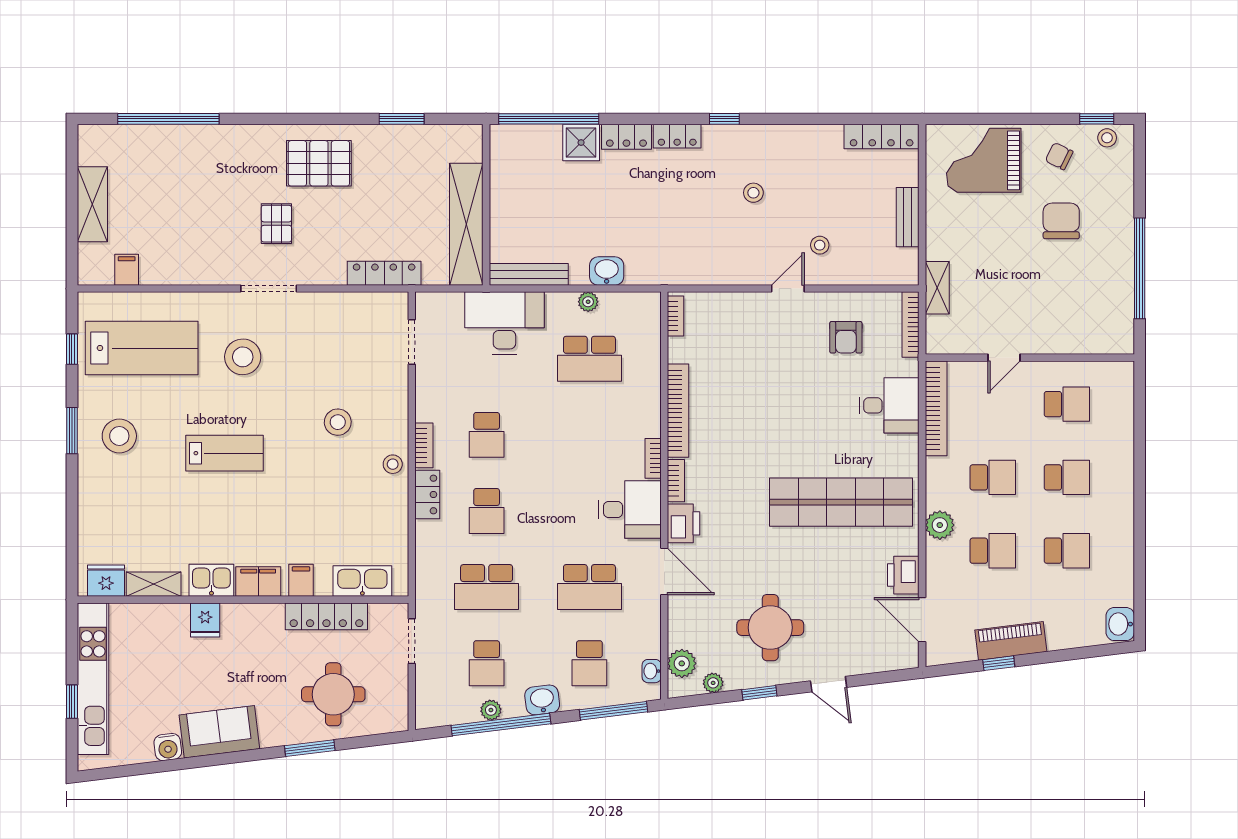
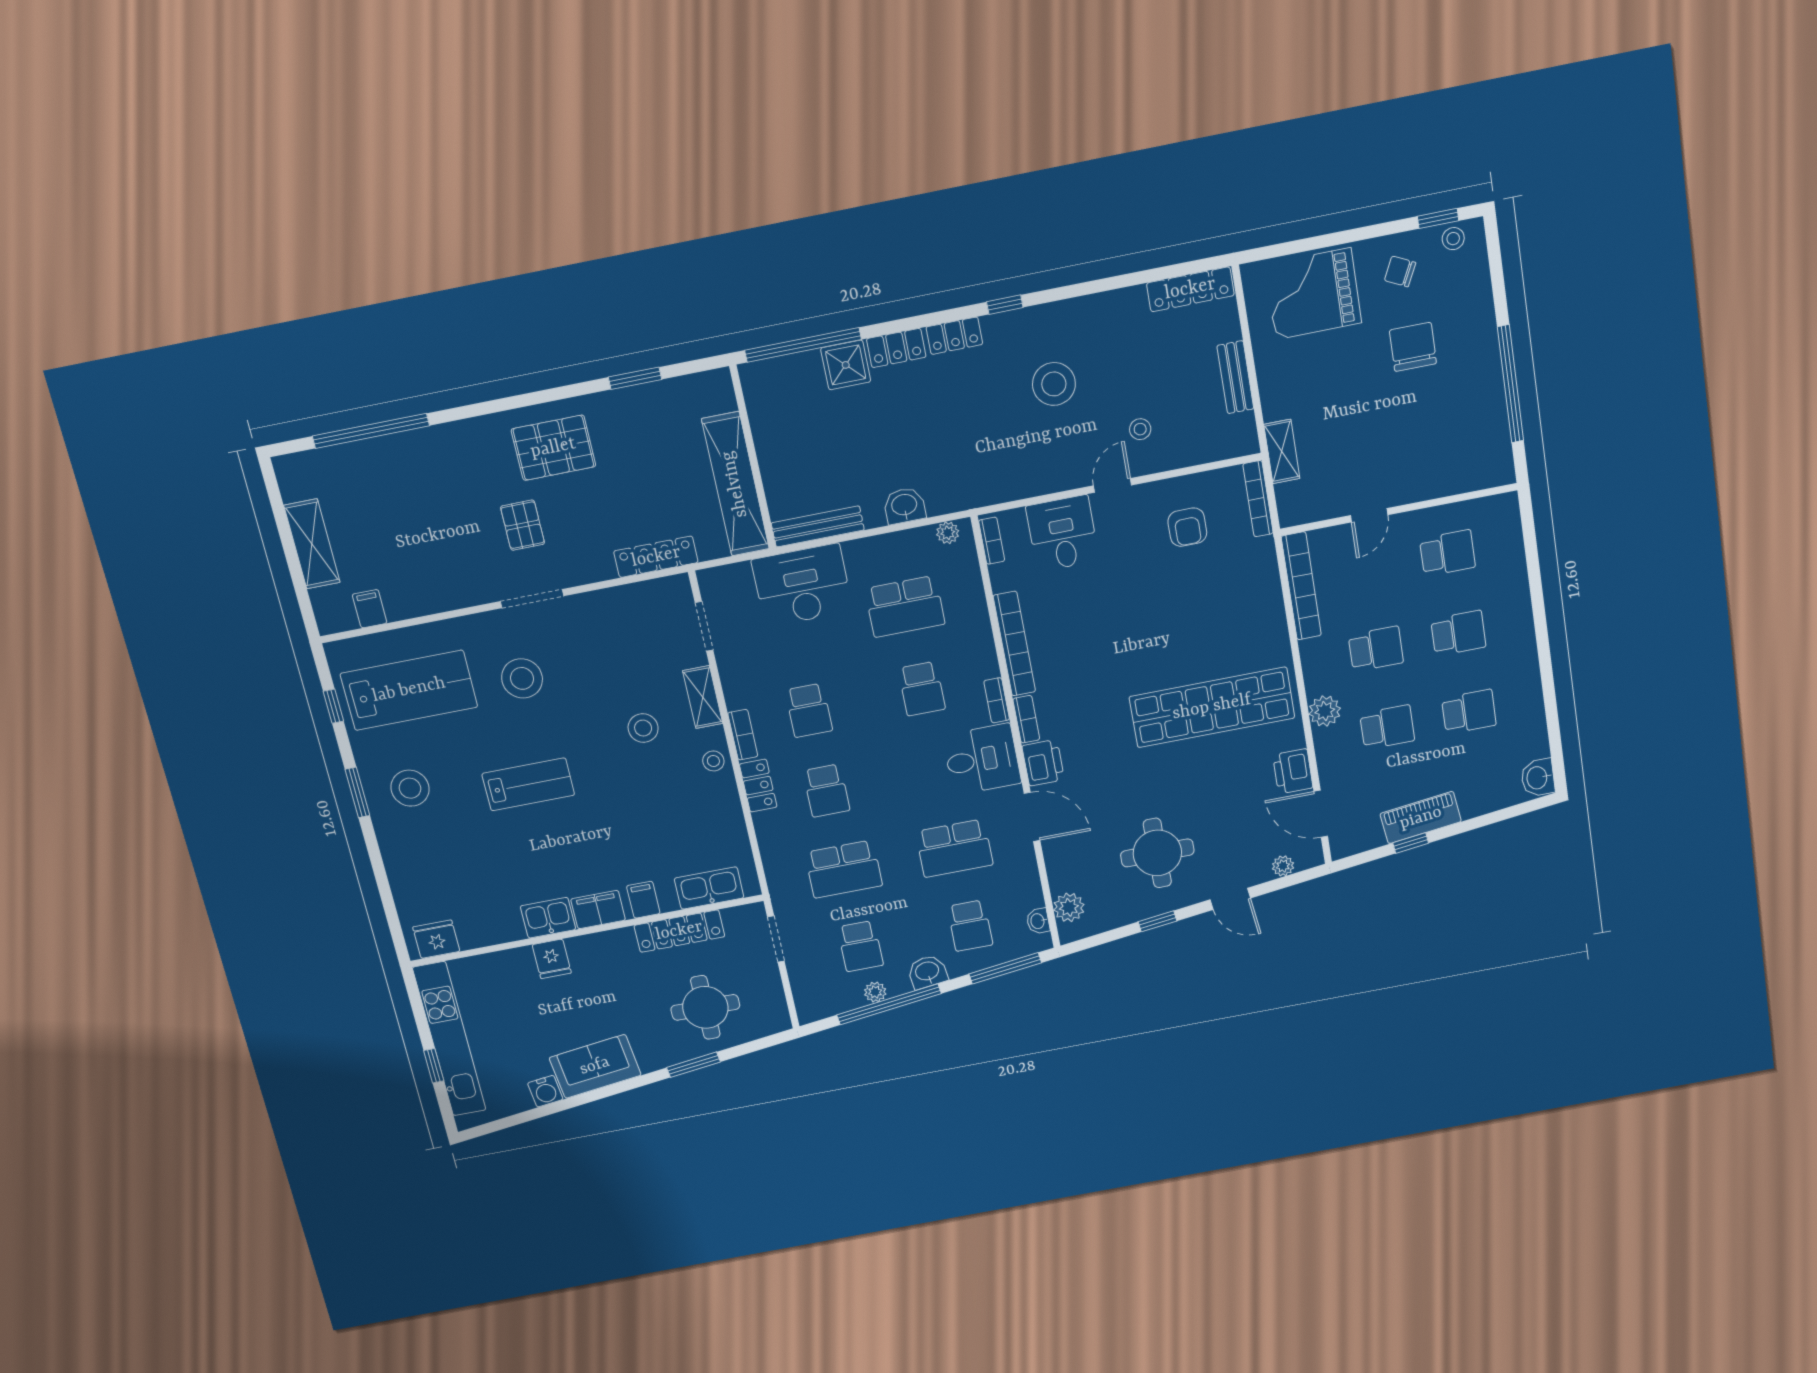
stool: (753, 193) -> (1054, 384), width x1.89, depth x1.89
plant: (588, 302) -> (948, 533), moved
desk: (889, 405) -> (1062, 533), moved, turned -90
school desk: (589, 435) -> (922, 689), added
shelving: (154, 584) -> (703, 697), moved, turned 90
plant: (713, 683) -> (1283, 866), moved

